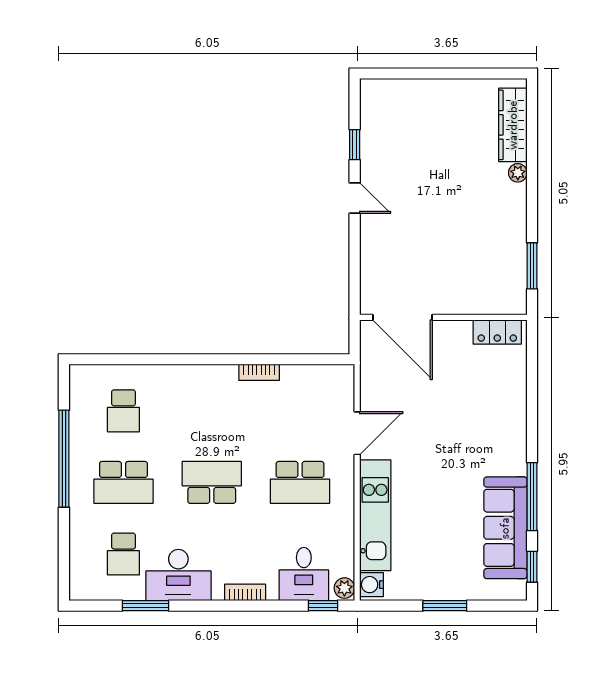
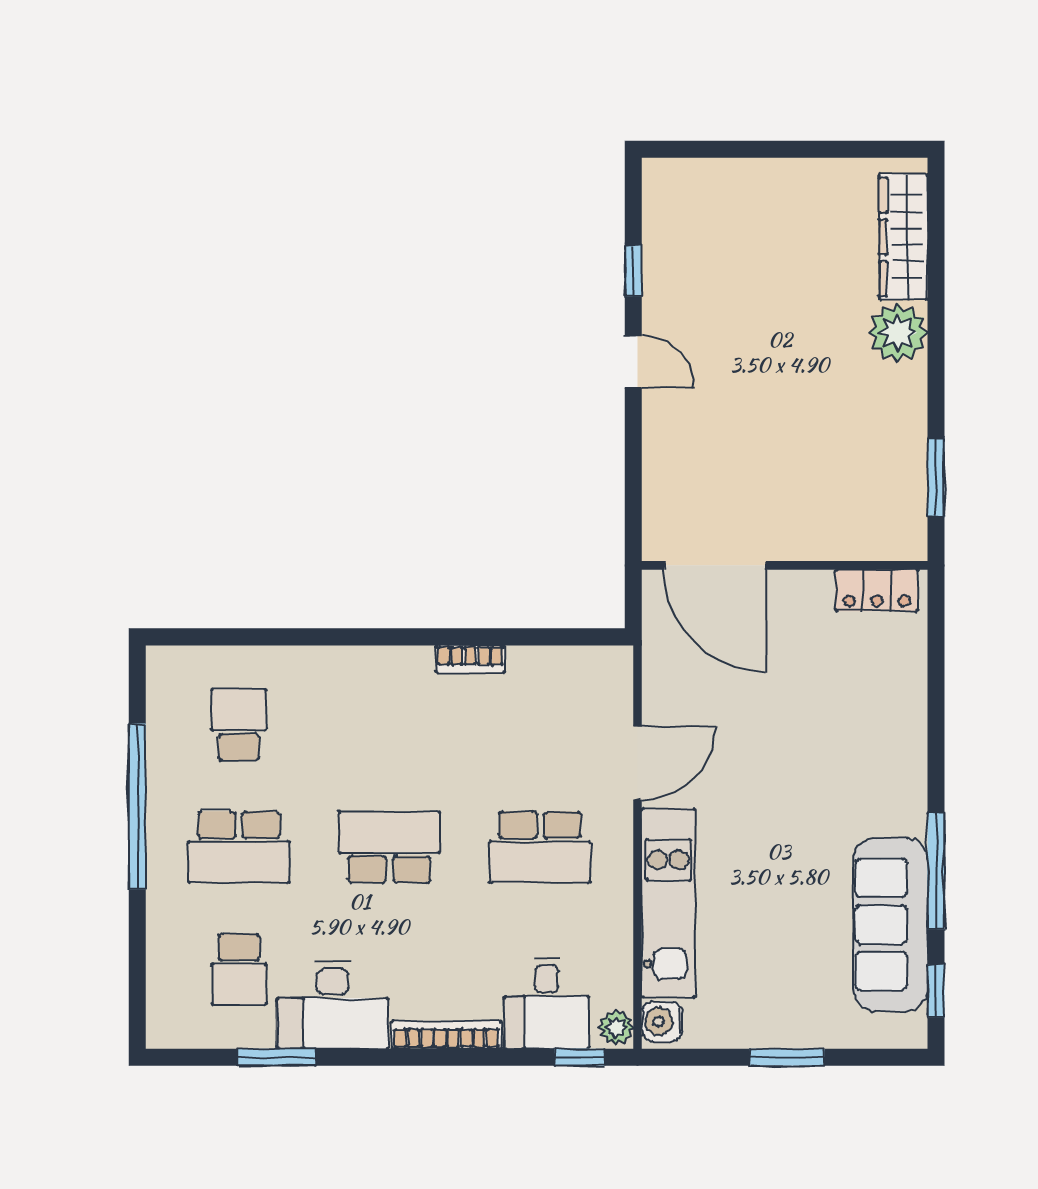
plant: (518, 173) -> (898, 333), width x1.88, depth x1.88
school desk: (123, 411) -> (239, 725), turned 180
bookcase: (245, 592) -> (446, 1035), width x1.56

